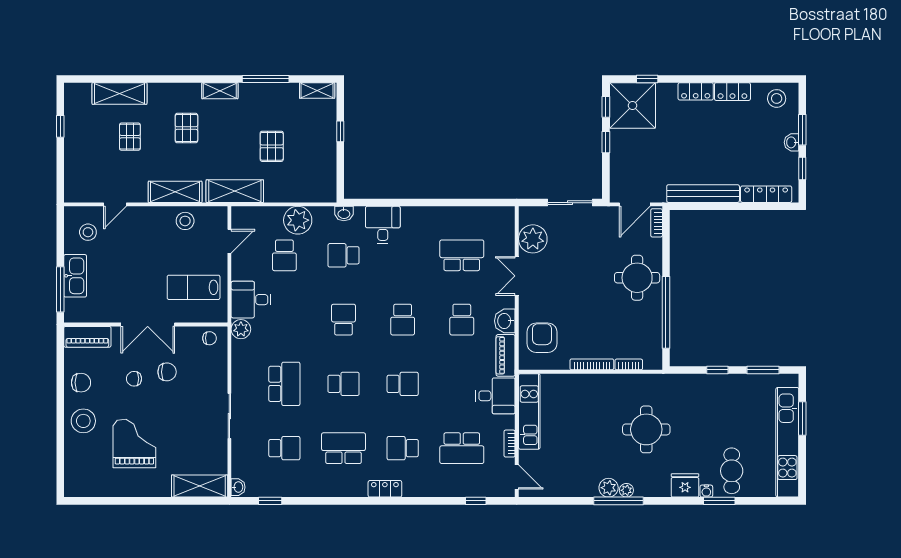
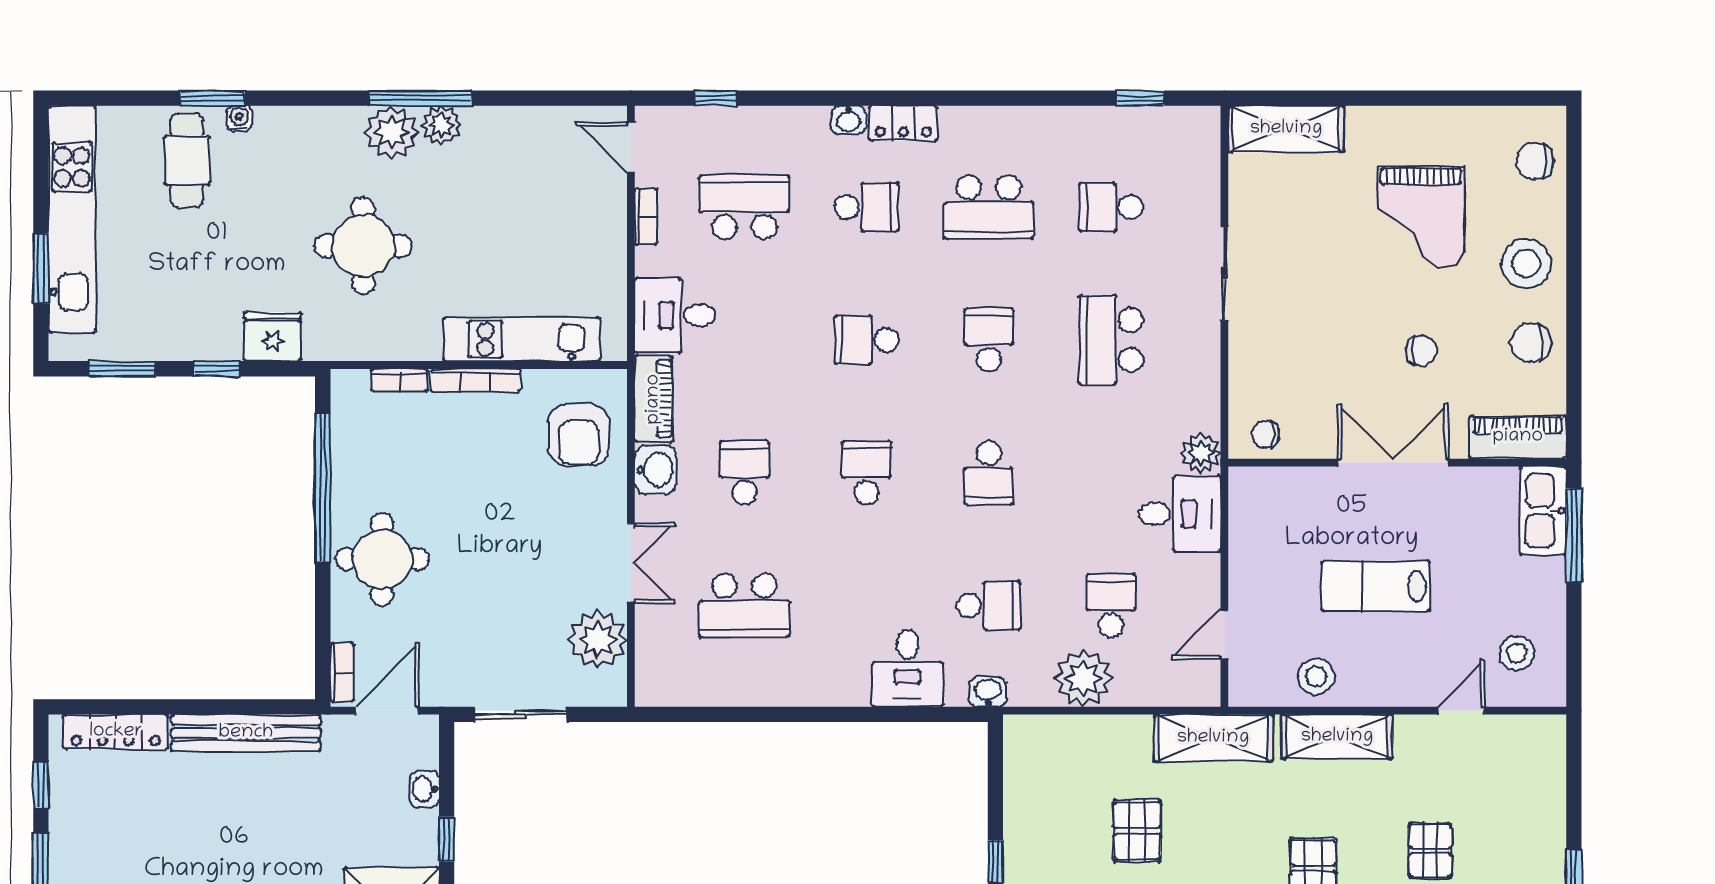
washbasin: (792, 142) -> (425, 789), moved, turned 180
kitchen sink: (75, 276) -> (1543, 511), moved
lab bench: (194, 287) -> (1375, 586), moved, turned 180
chair: (167, 372) -> (1535, 161), moved
school desk: (344, 384) -> (989, 340), turned 90
kitchen unit: (529, 411) -> (522, 339), moved, turned 90
fridge: (685, 485) -> (273, 337), moved, turned 180
washbasin: (238, 487) -> (848, 120), moved, turned -90
plant: (626, 490) -> (392, 133), width x1.88, depth x1.88

